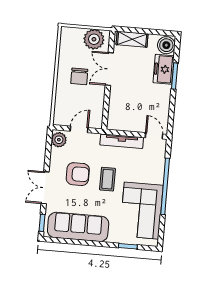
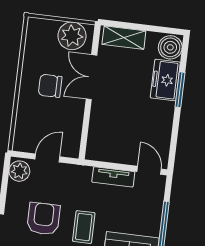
chair: (79, 76) -> (50, 86), turned 90
tv unit: (122, 141) -> (113, 177), width x0.71
armchair: (78, 174) -> (43, 219), turned -90

